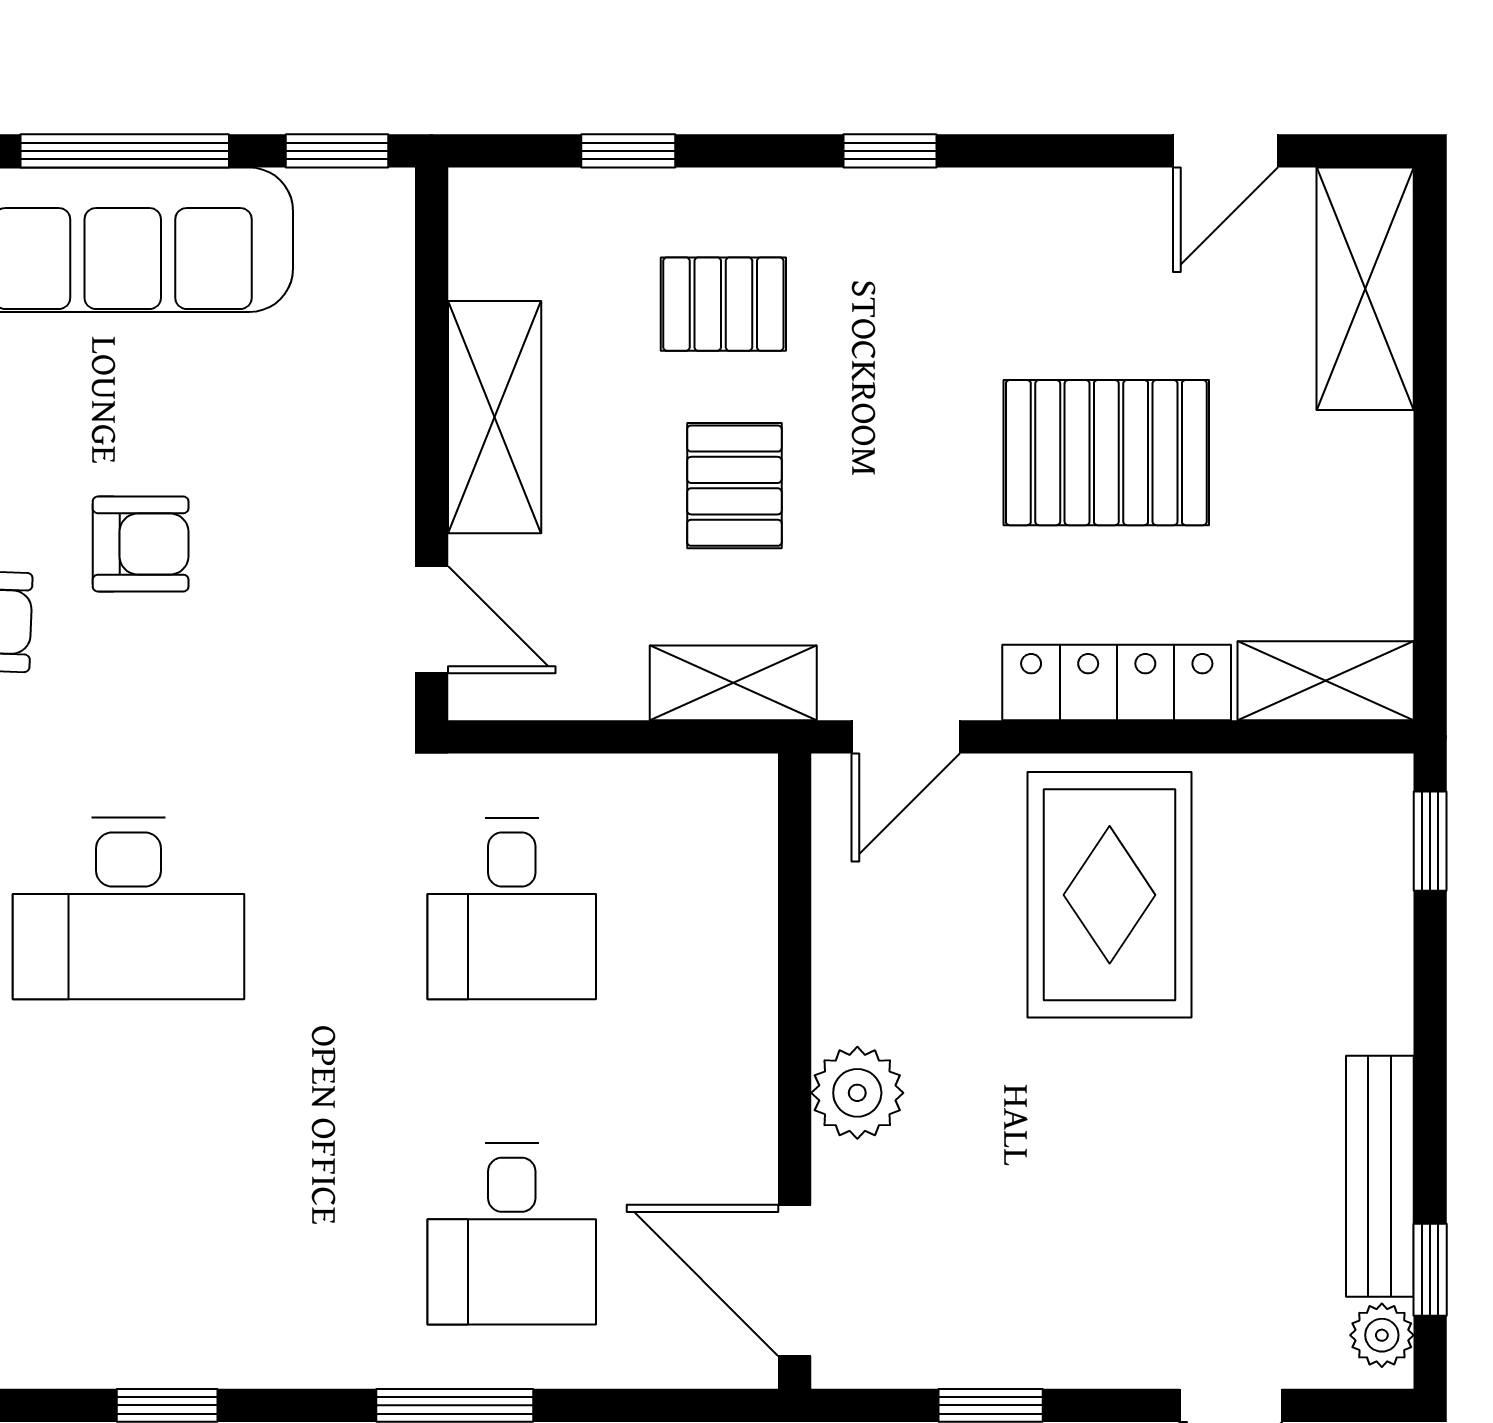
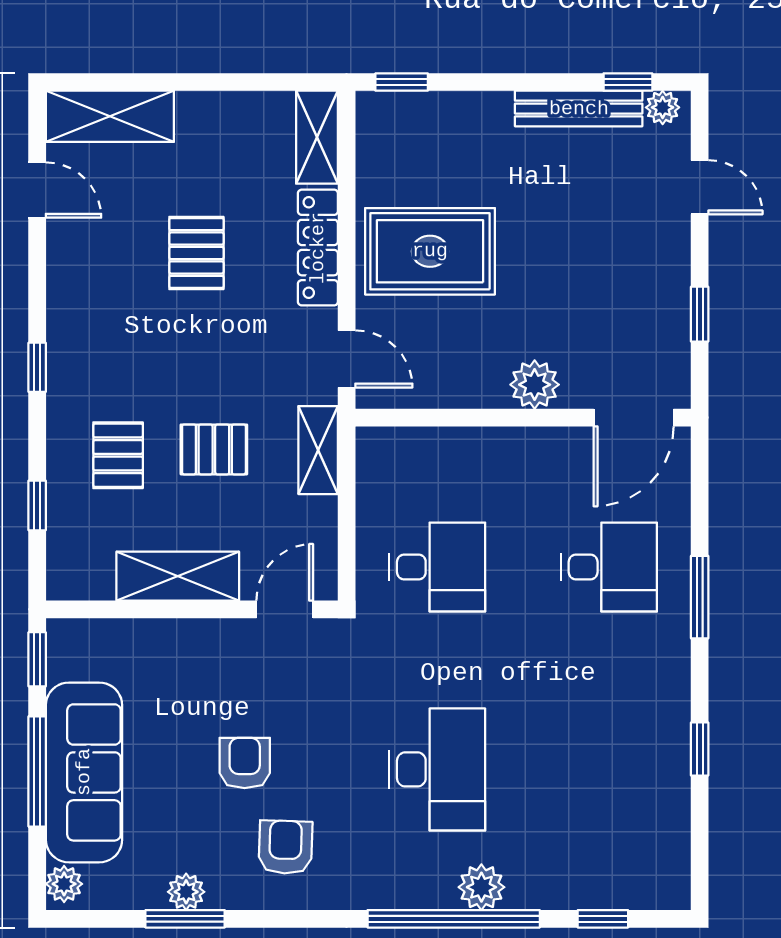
pallet: (1106, 453) -> (196, 253), width x0.67, depth x0.71

